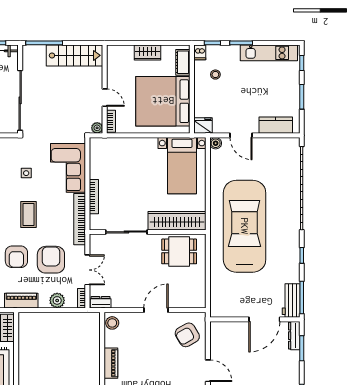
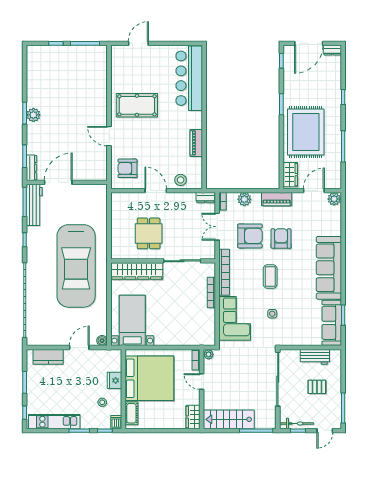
wardrobe: (147, 53) -> (193, 417), moved, turned -90
fridge: (203, 126) -> (114, 380), moved, turned 90
door: (241, 135) -> (79, 348), hinge flipped
dining table: (179, 251) -> (149, 233), moved, turned 90
armchair: (51, 260) -> (250, 236), turned -90
workbench: (291, 301) -> (34, 205), width x1.38
door: (156, 310) -> (156, 191), swing flipped
stool: (112, 323) -> (181, 180), moved
armchair: (187, 335) -> (128, 168), turned -150

